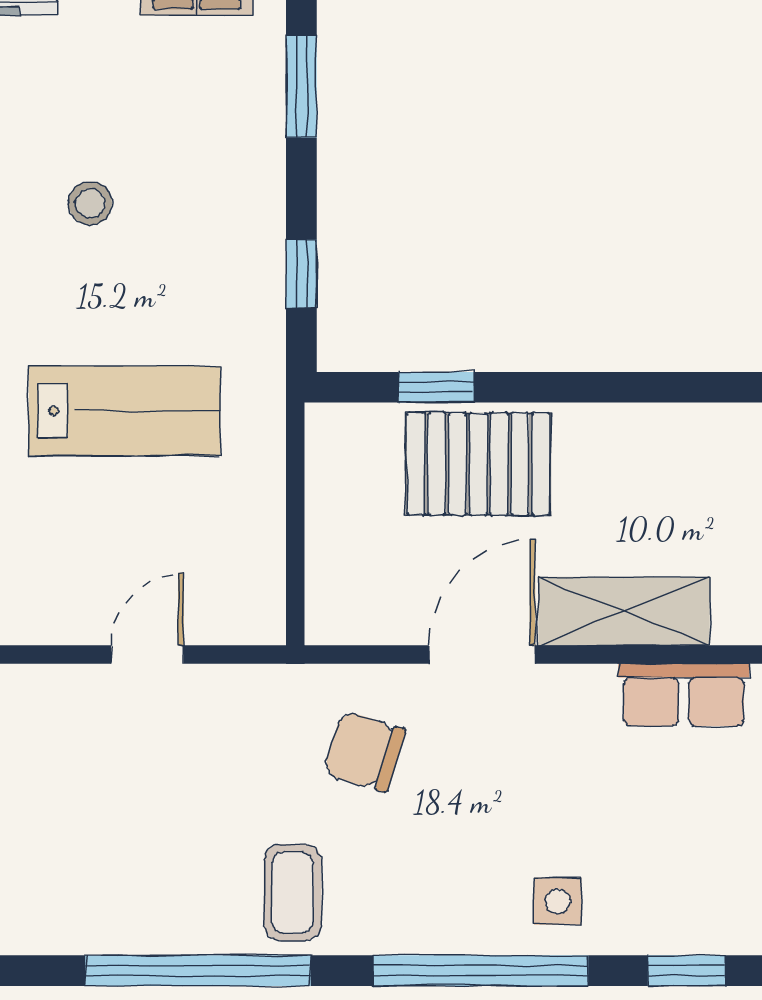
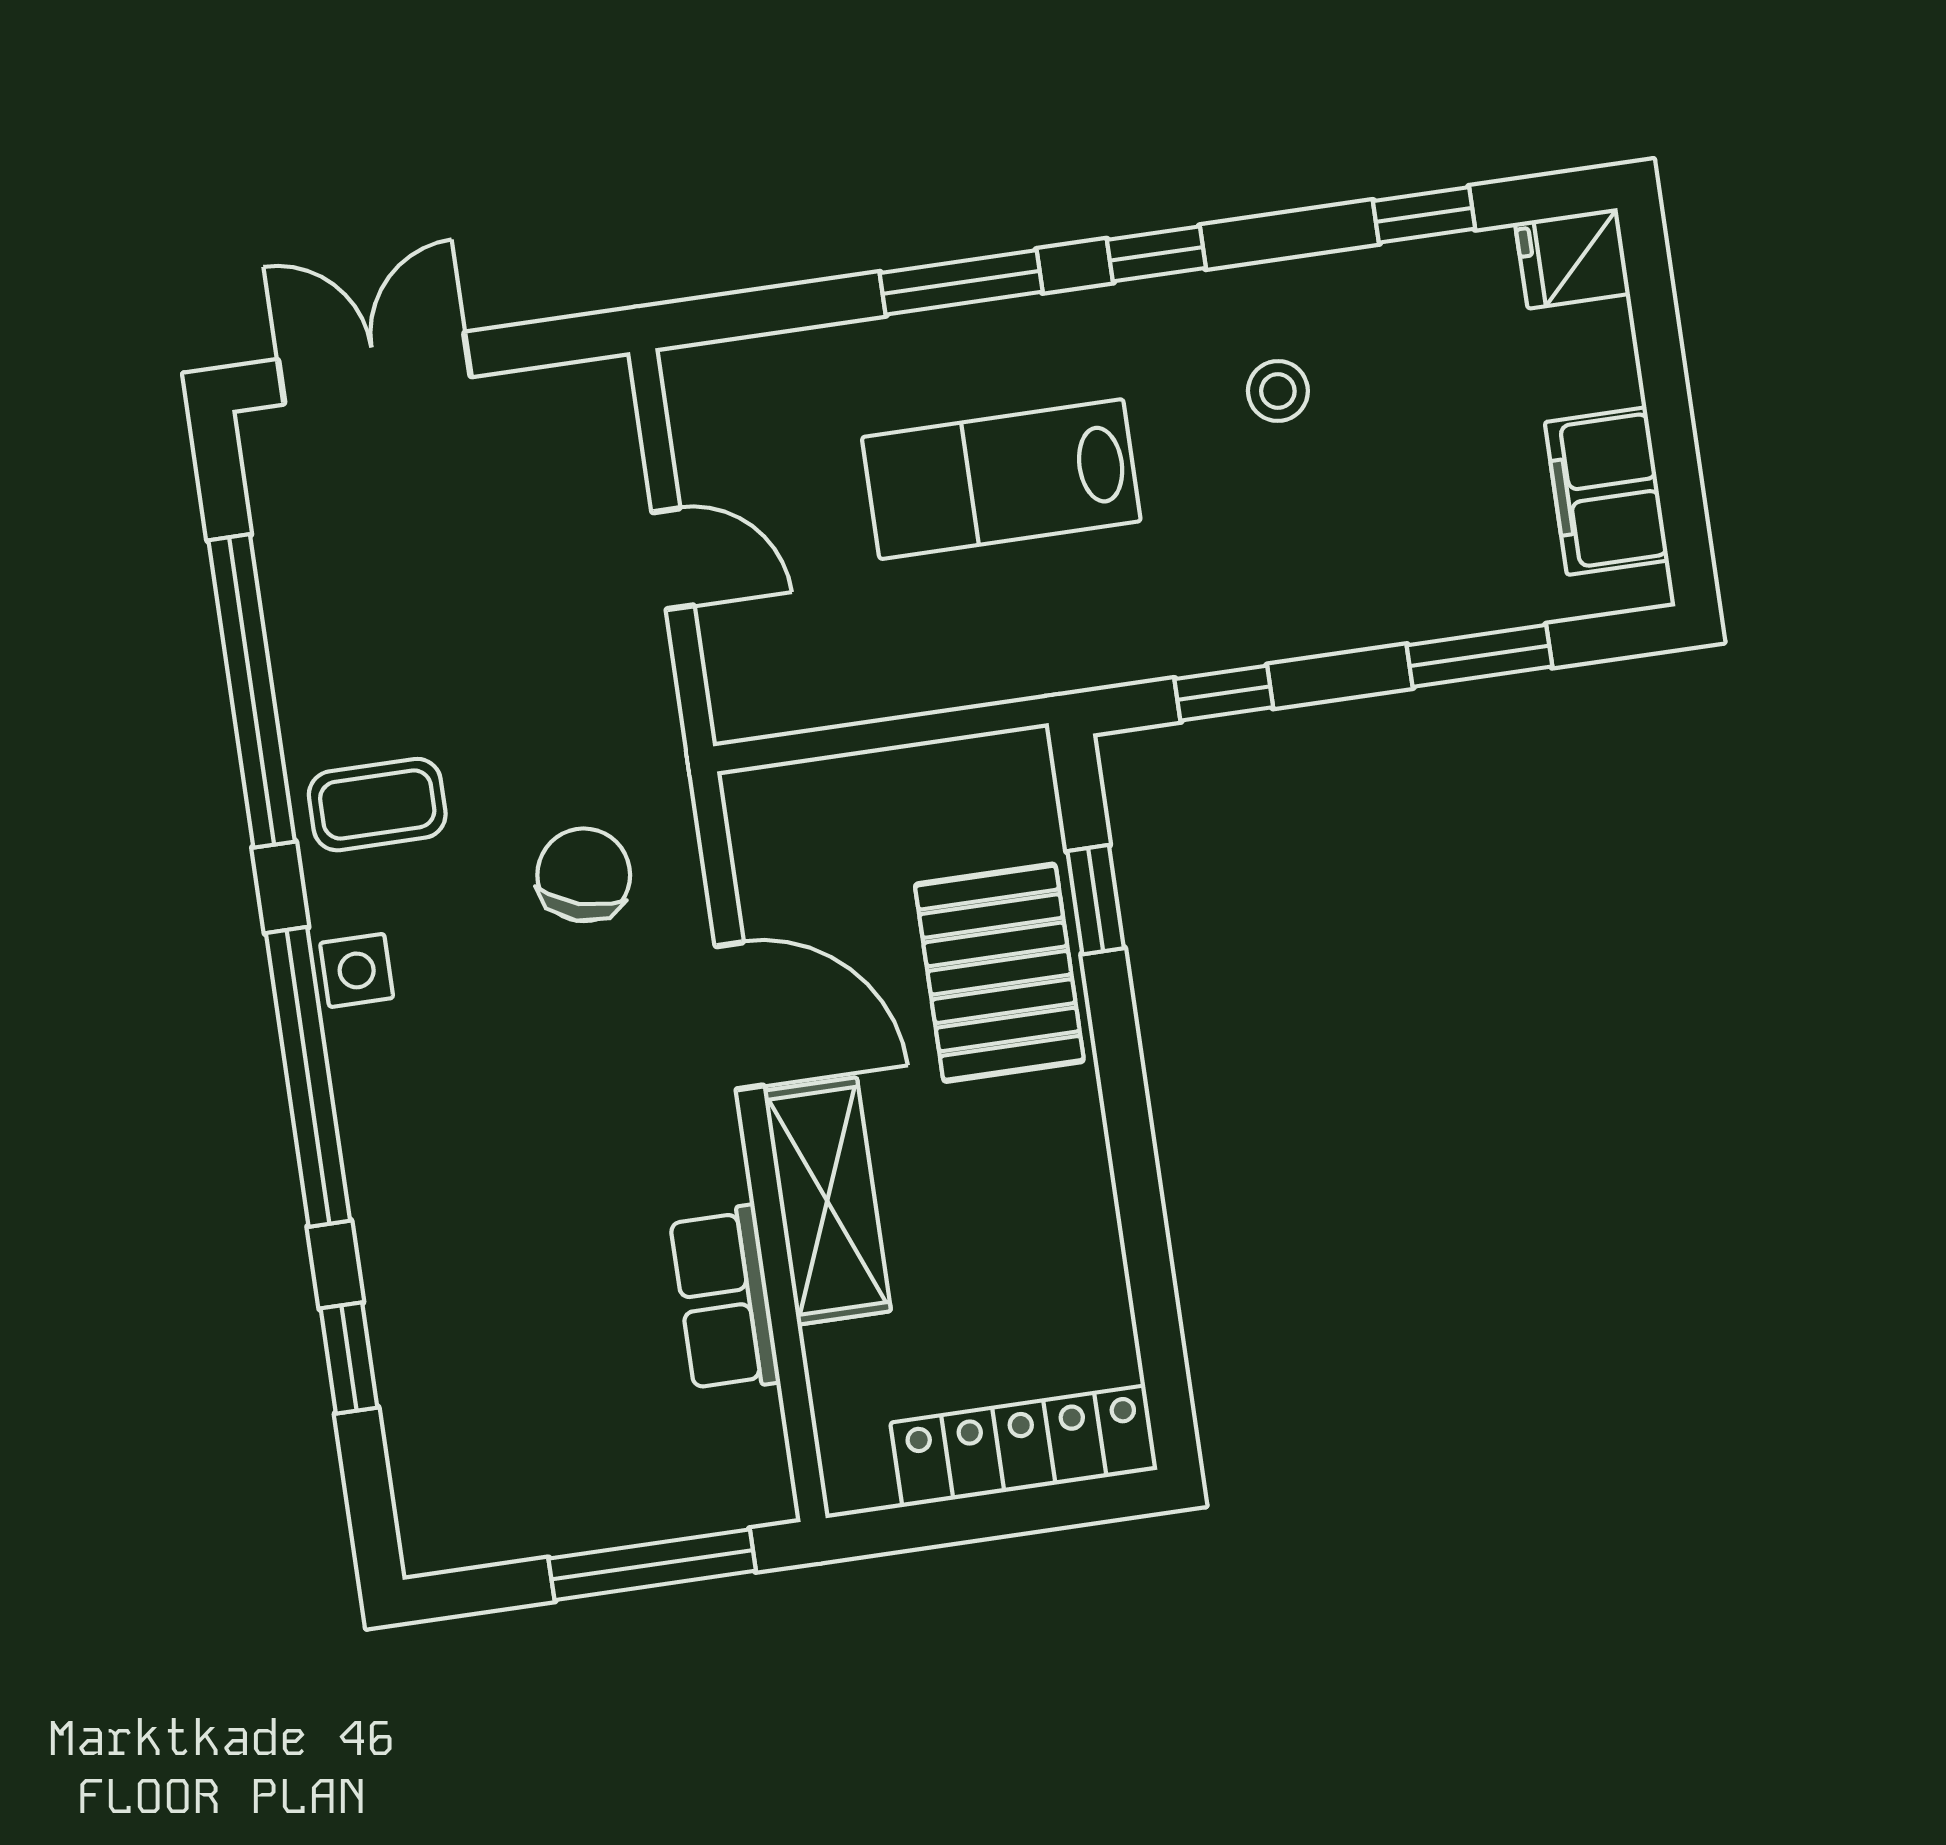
lab bench: (125, 411) -> (1001, 479), turned 90
side table: (558, 901) -> (357, 970), moved

